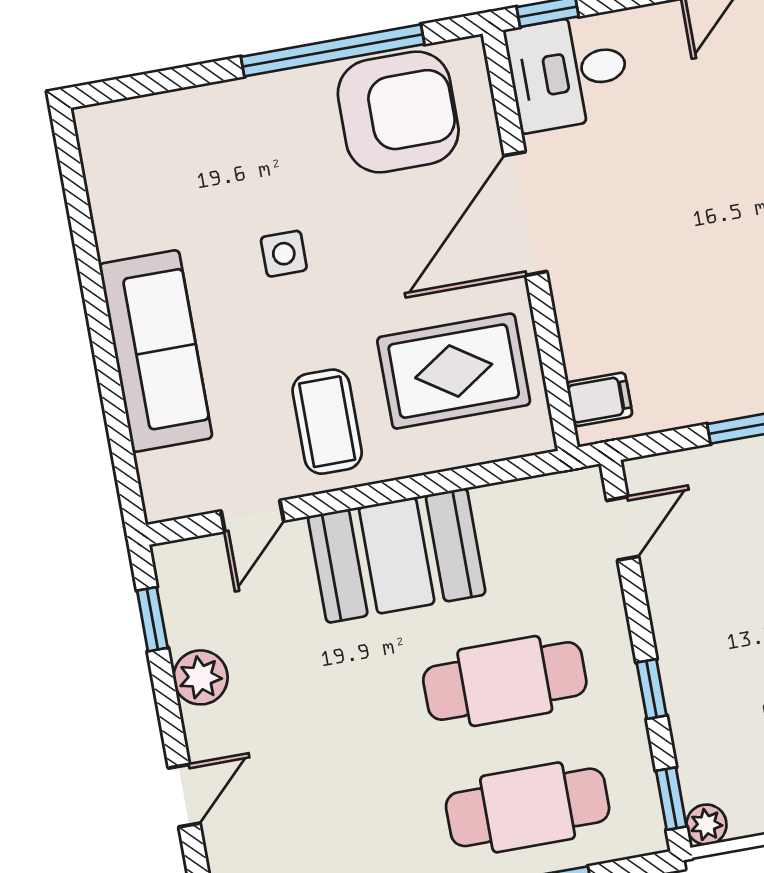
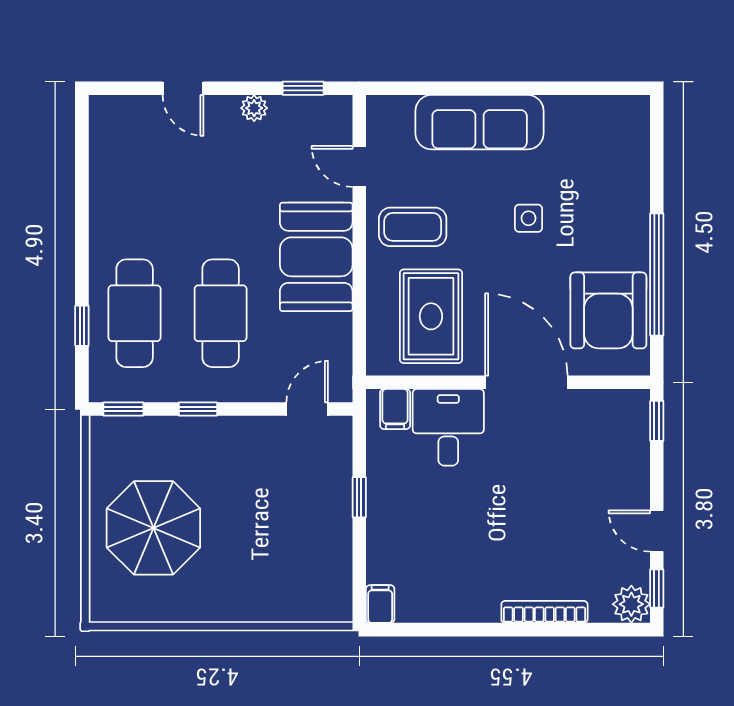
desk: (568, 72) -> (448, 427), moved
door: (623, 528) -> (307, 409), swing flipped
plant: (200, 677) -> (254, 108), width x0.73, depth x0.73
plant: (706, 825) -> (102, 429), removed

